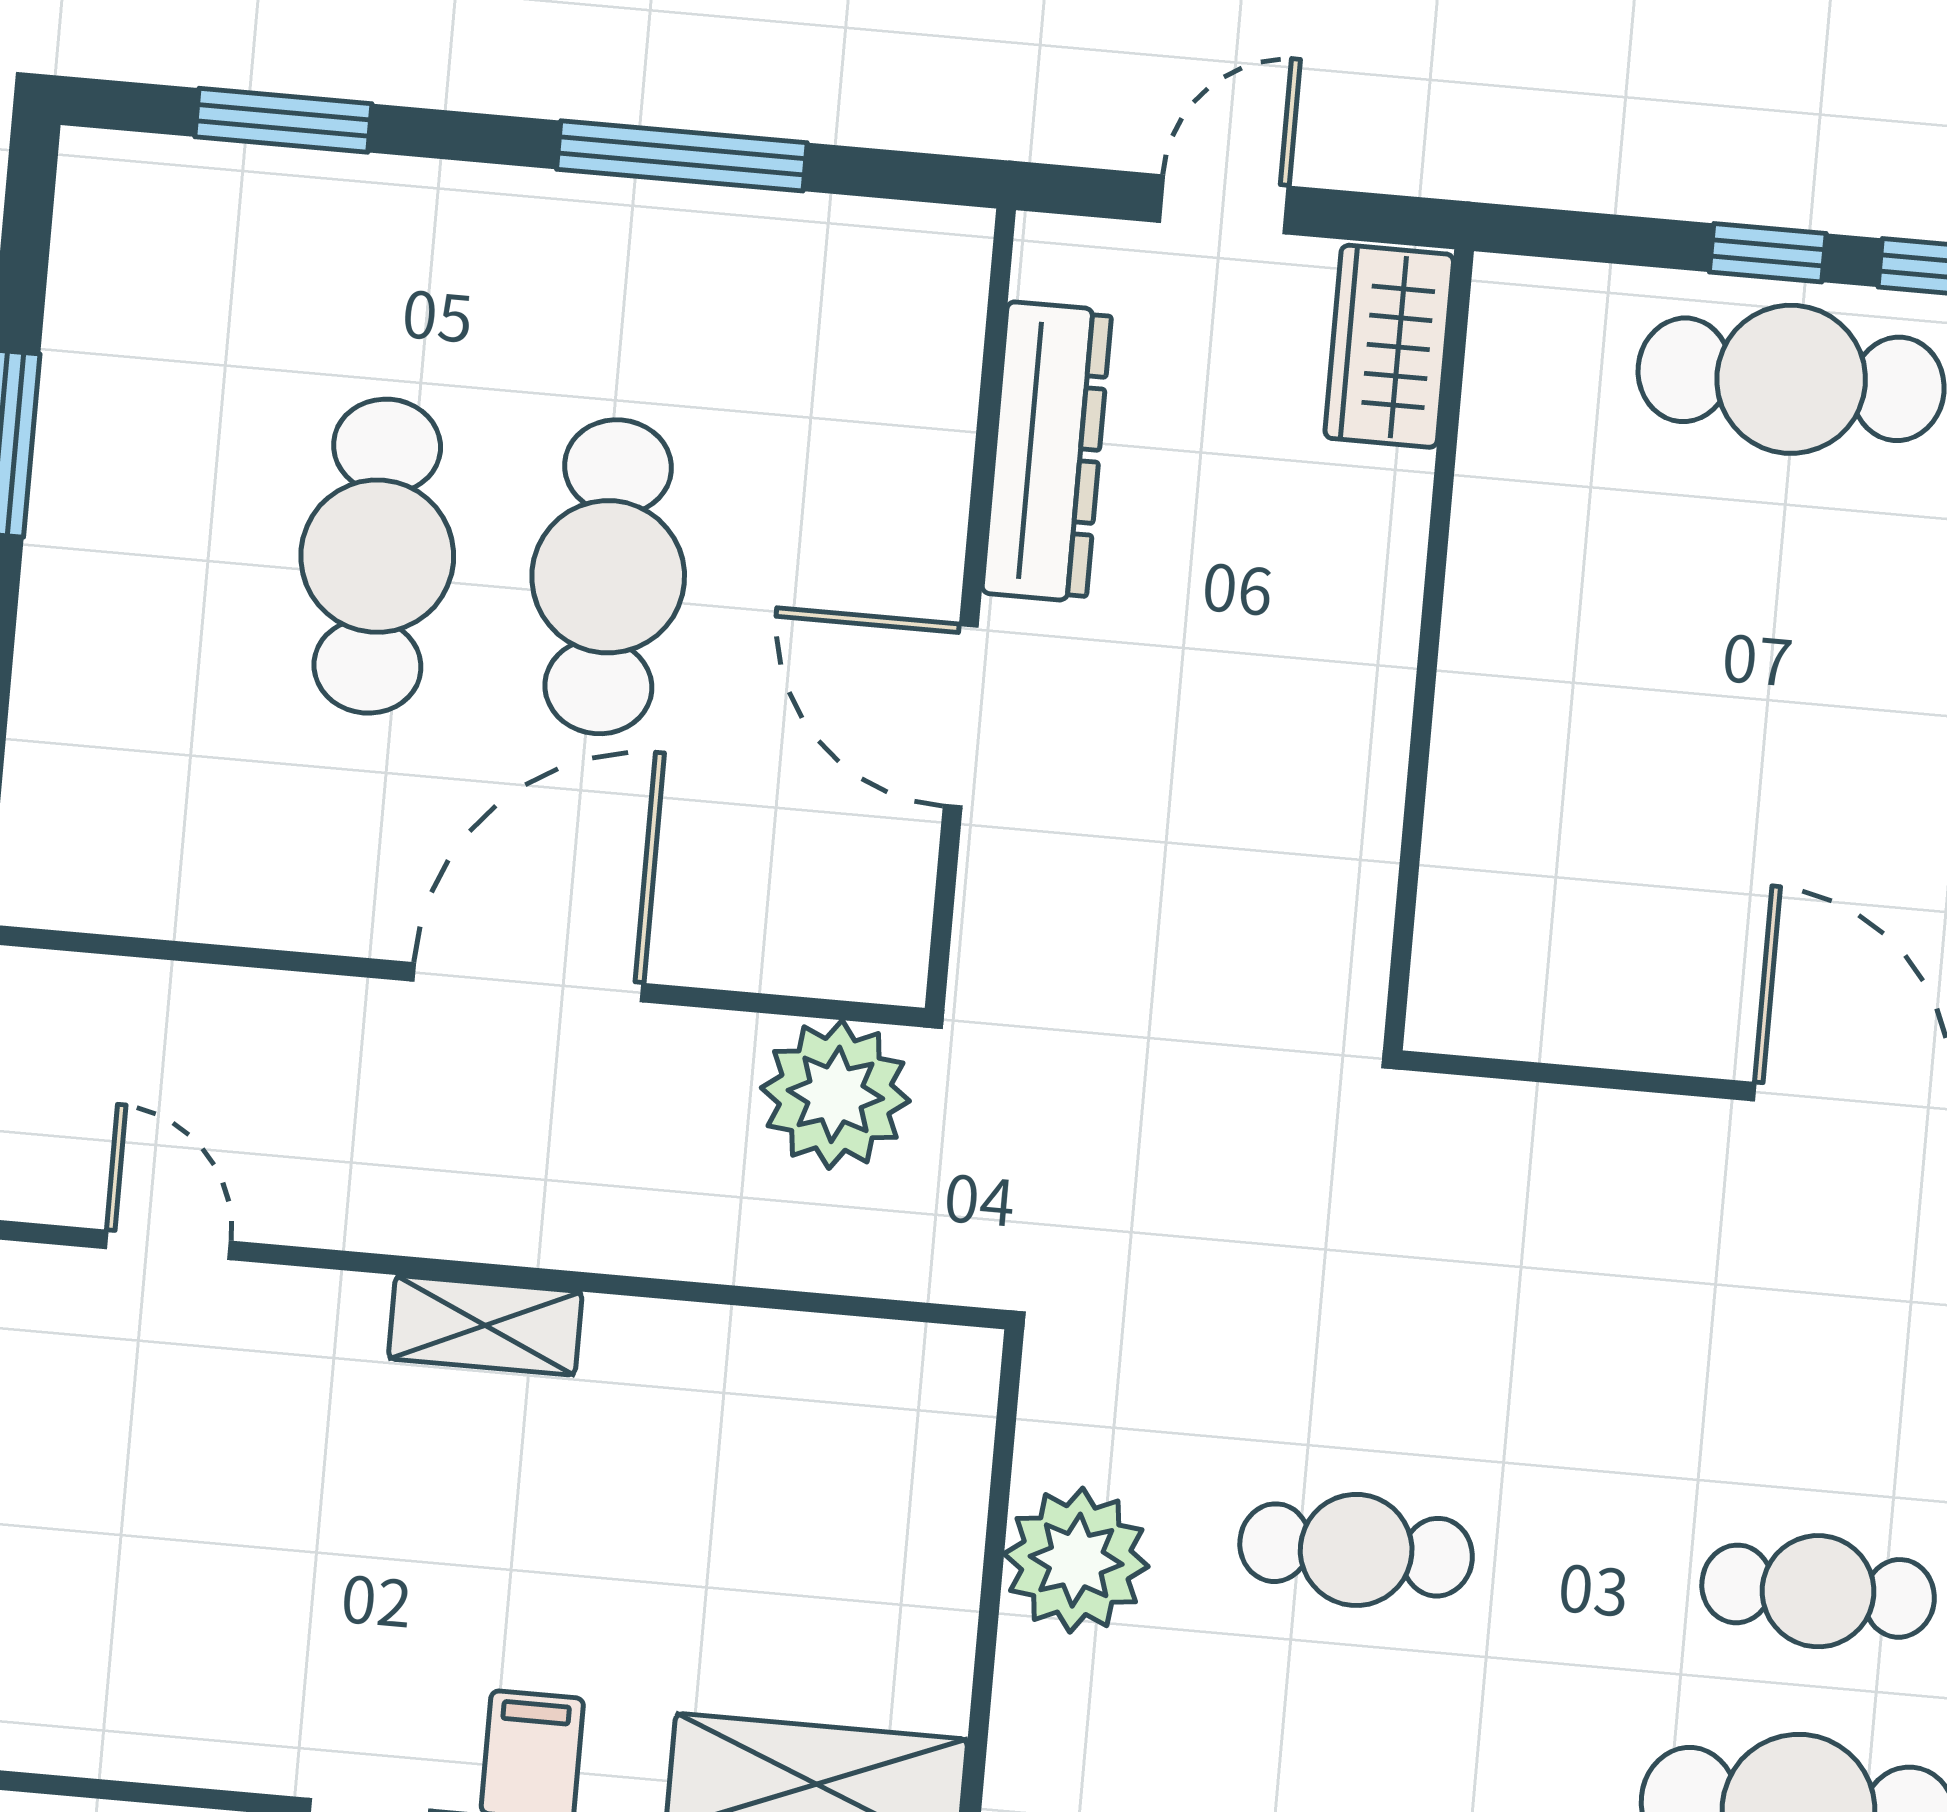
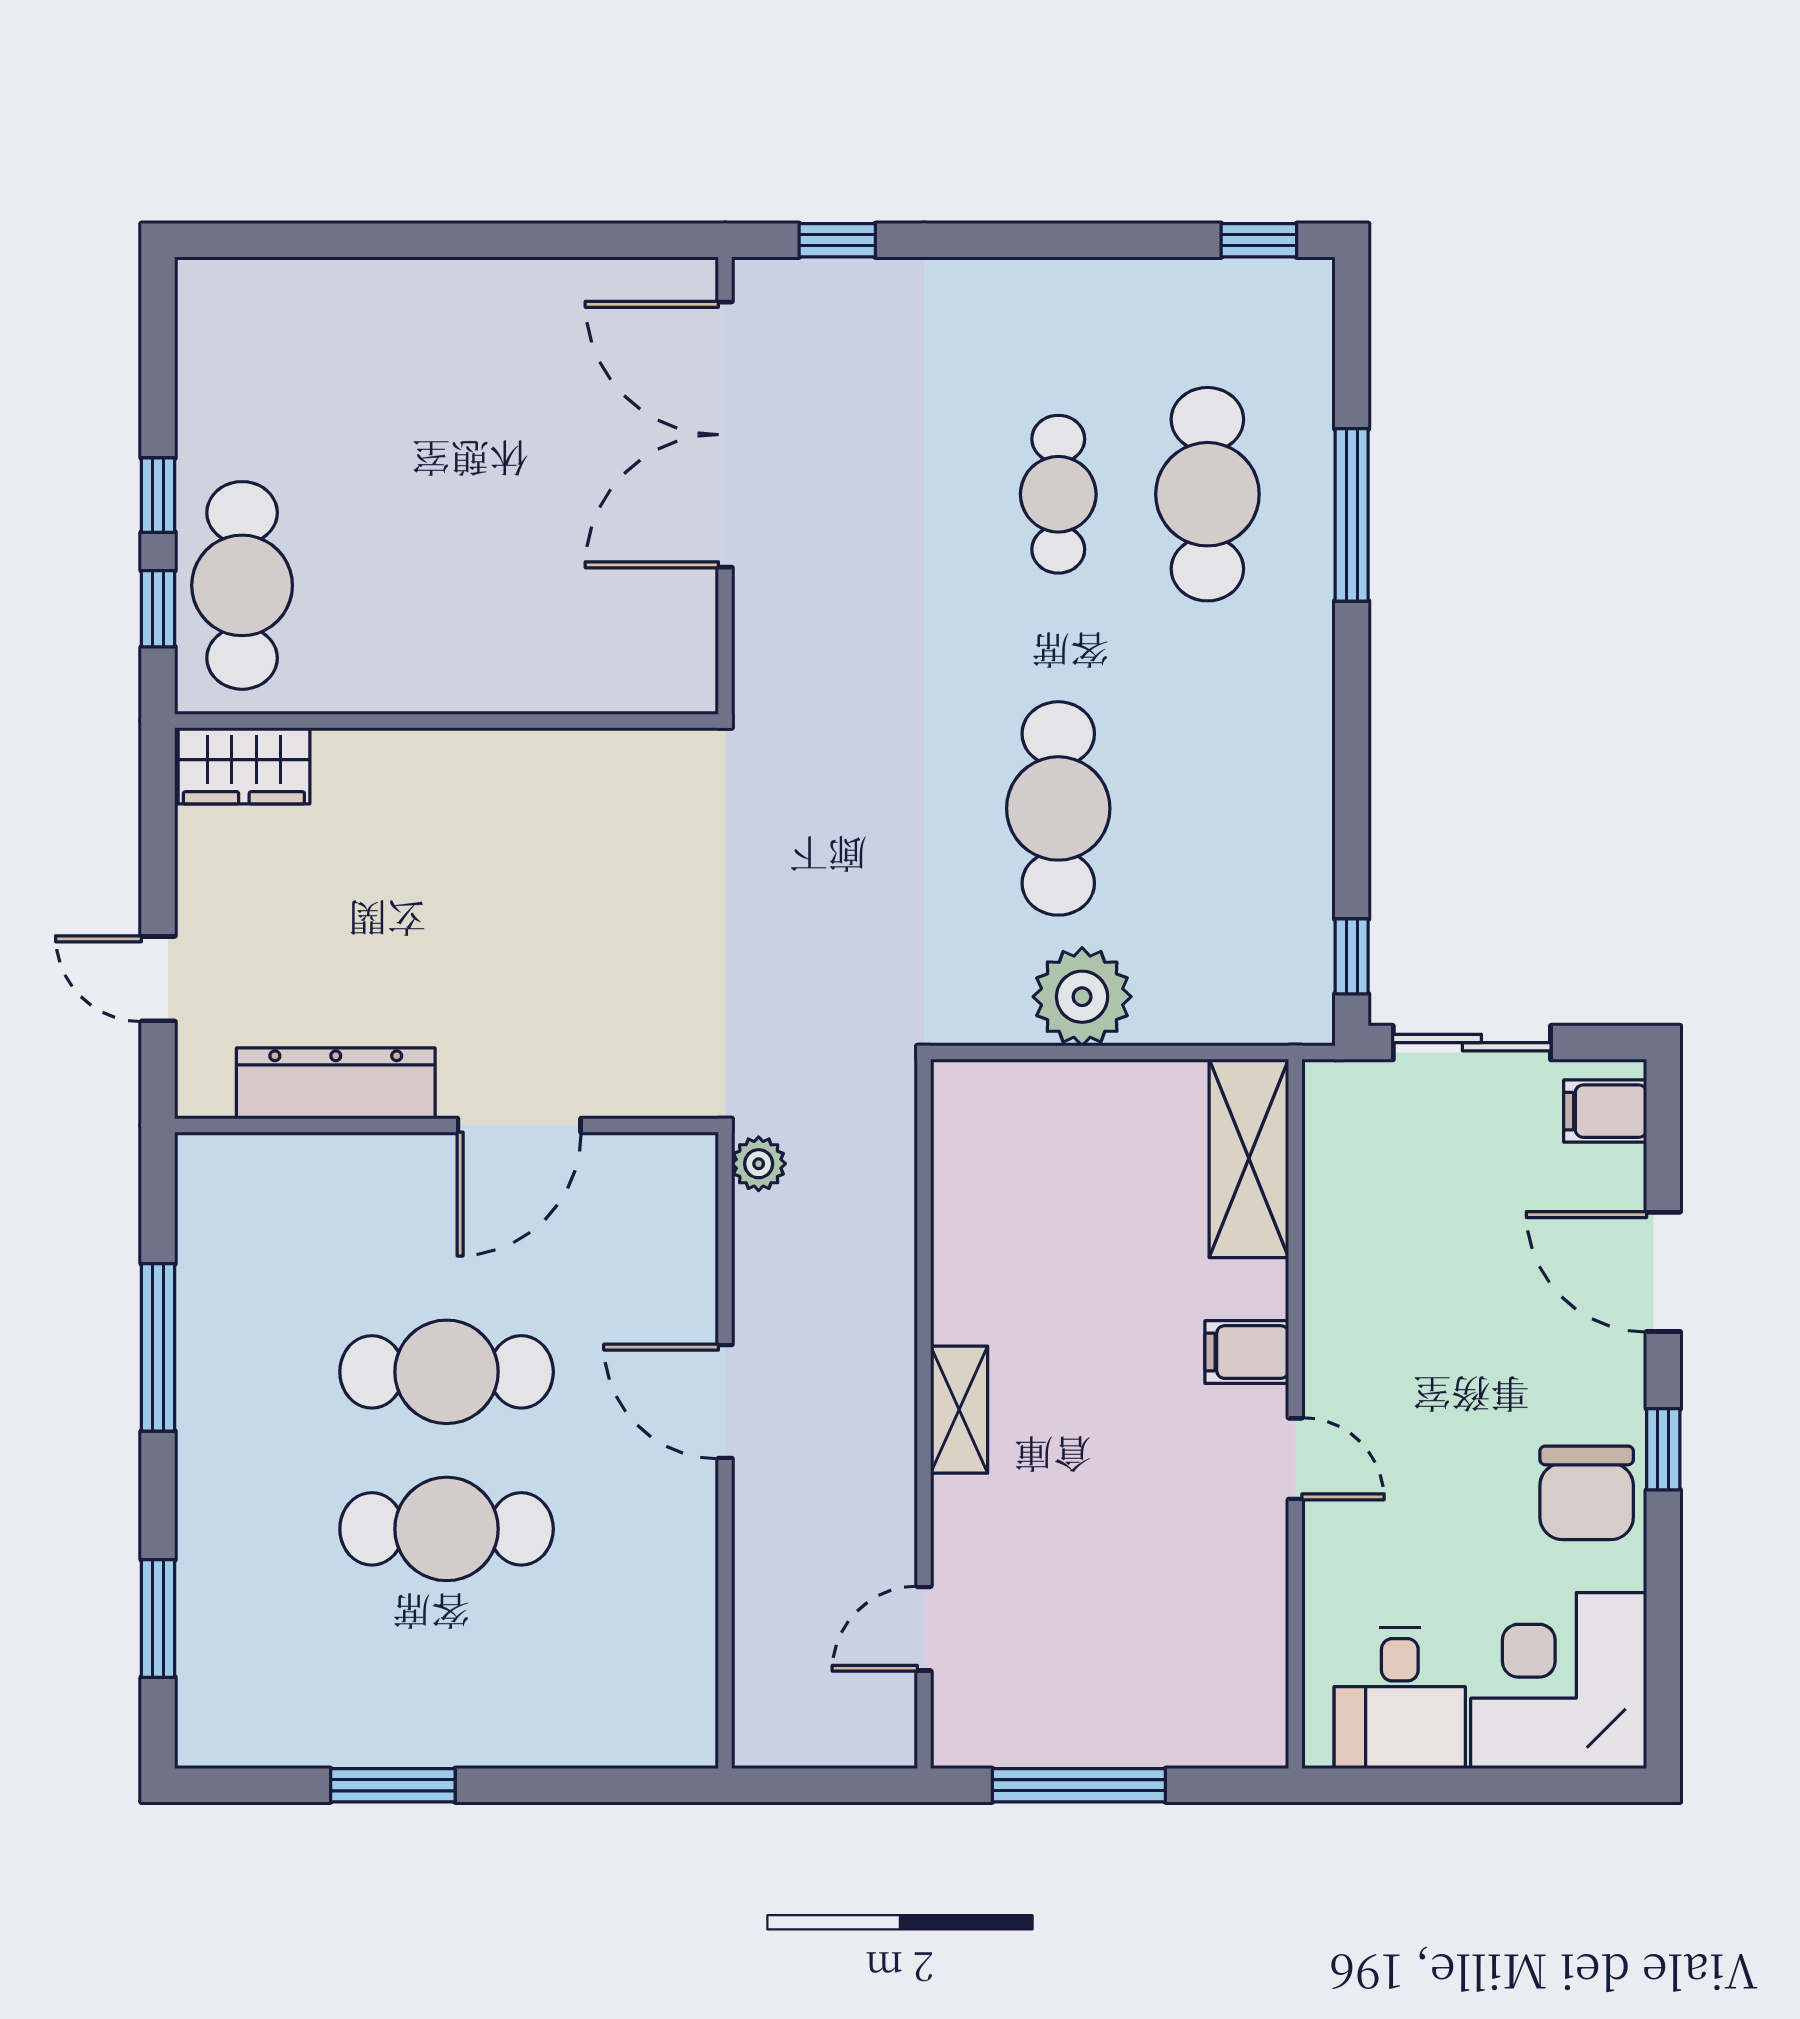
wardrobe: (1389, 346) -> (244, 766), moved
wall: (1429, 650) -> (447, 721), moved
door: (528, 982) -> (725, 1401), width x0.73
plant: (835, 1094) -> (759, 1164), width x0.53, depth x0.53
cafe table: (1356, 1550) -> (1058, 808), width x1.37, depth x1.35

